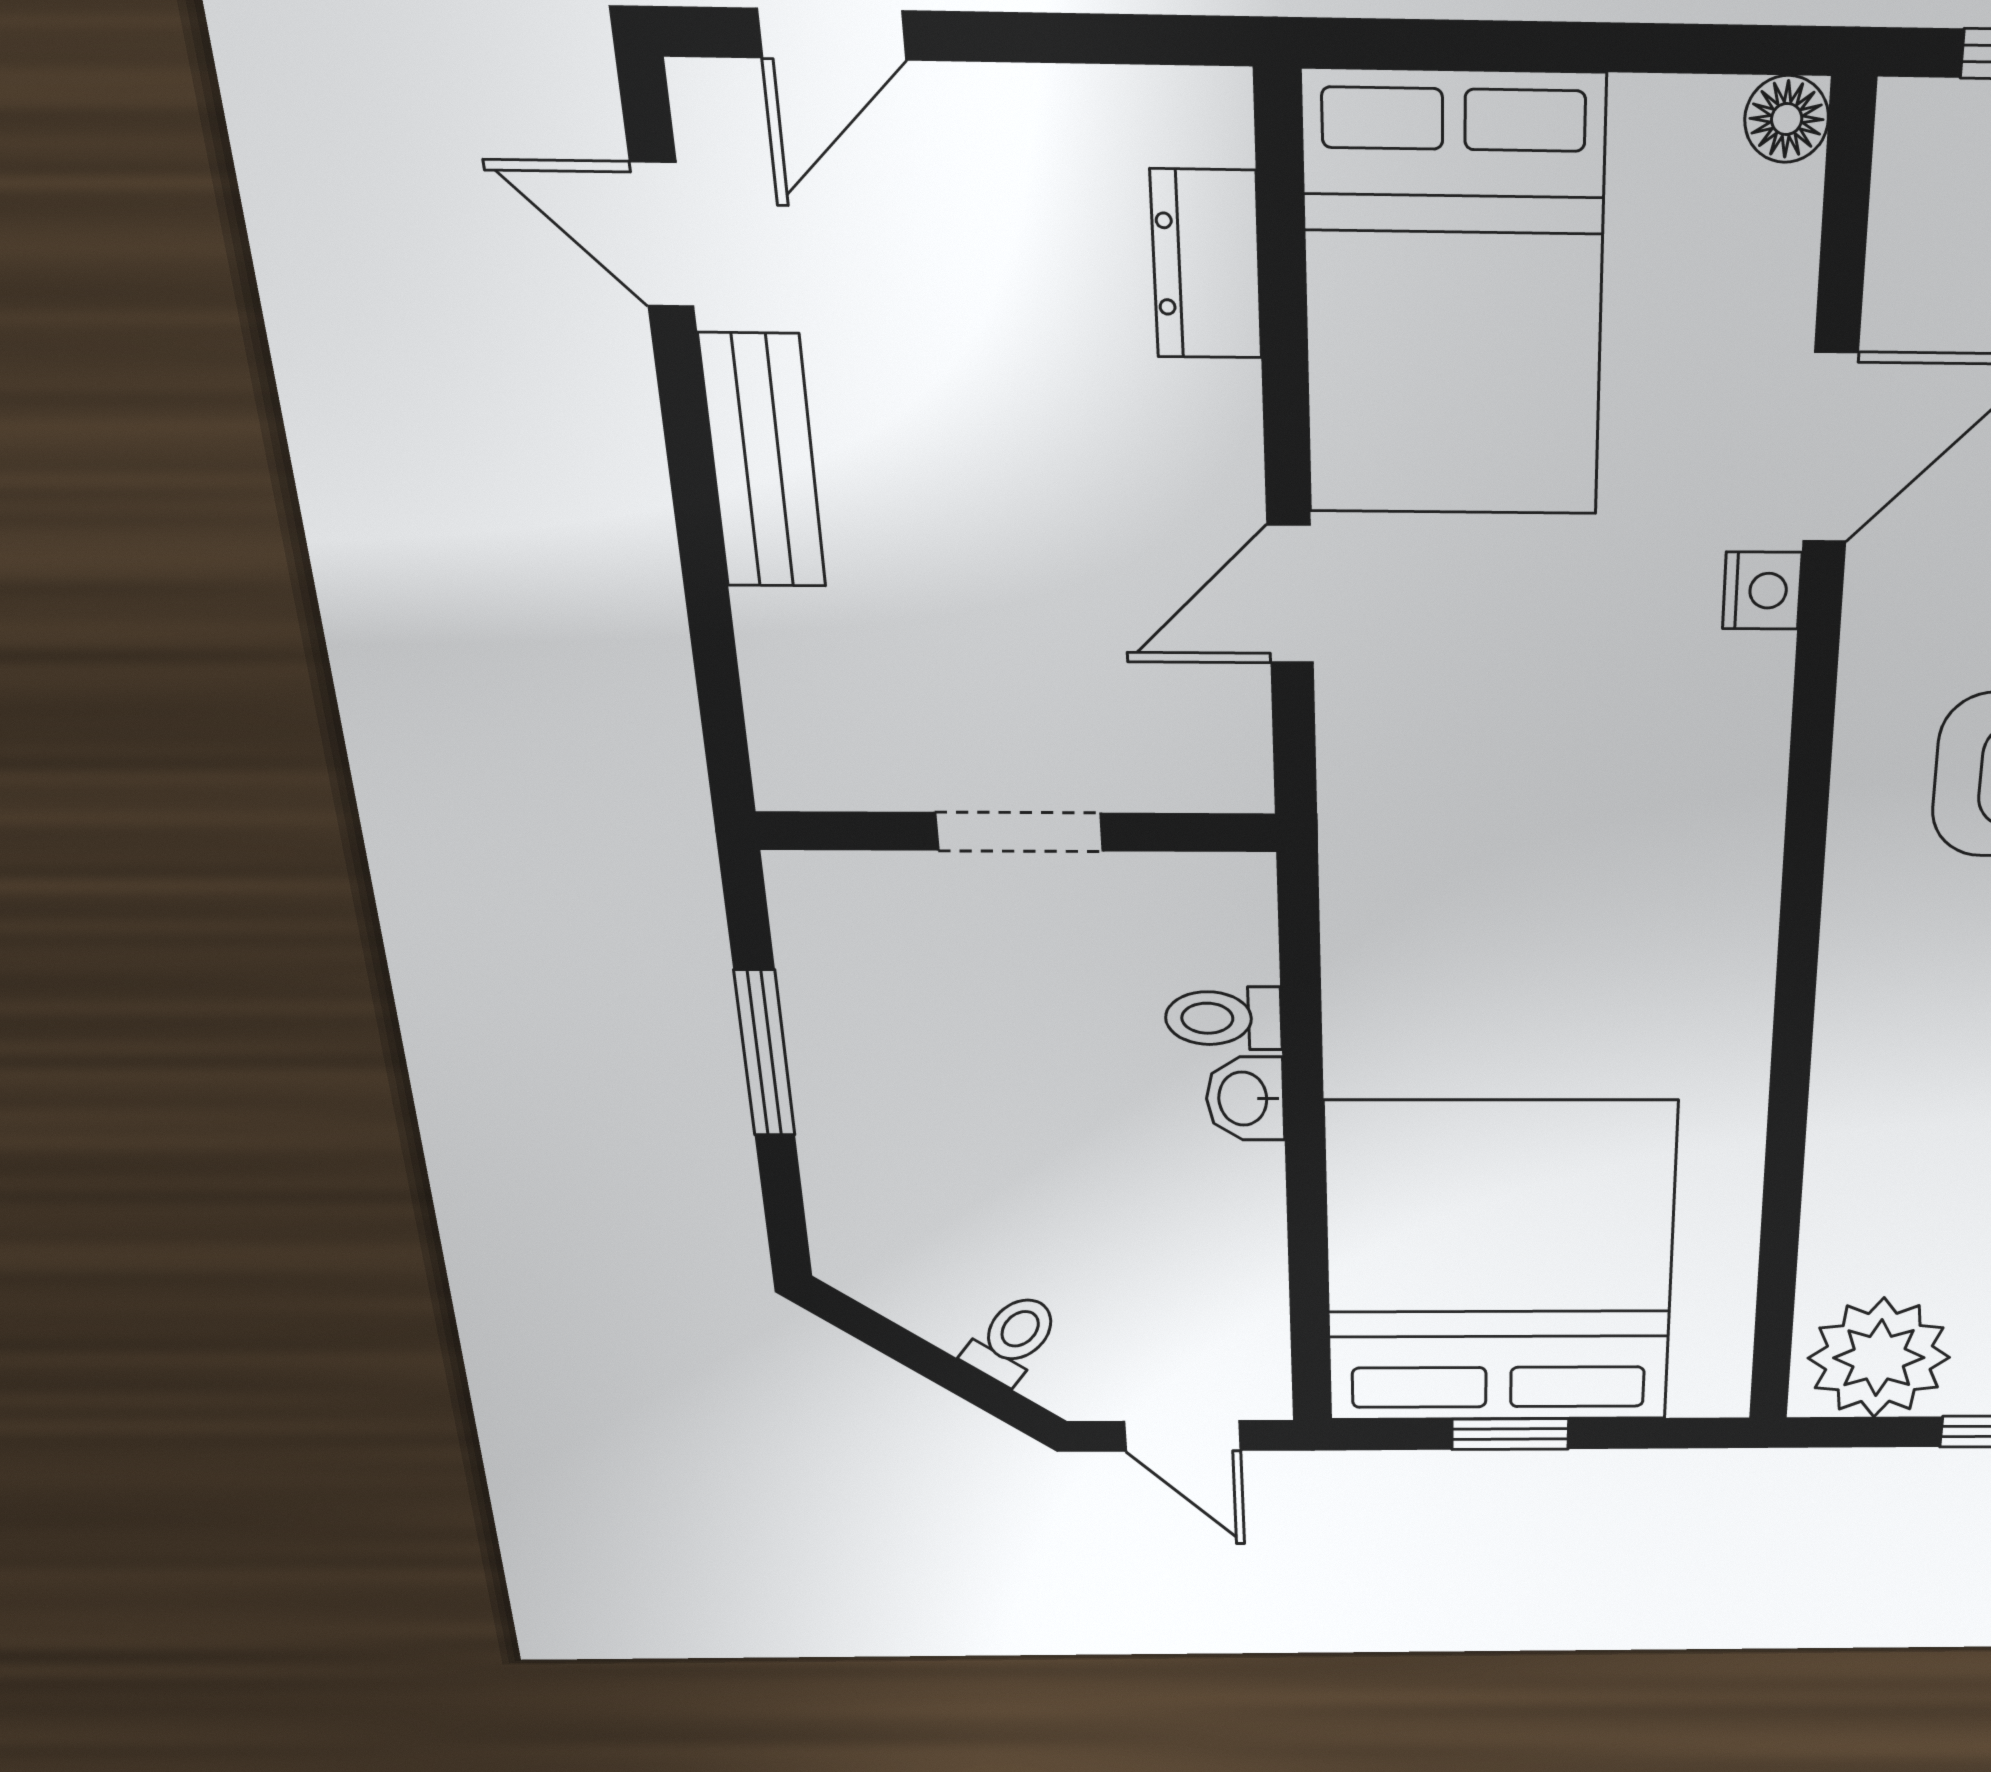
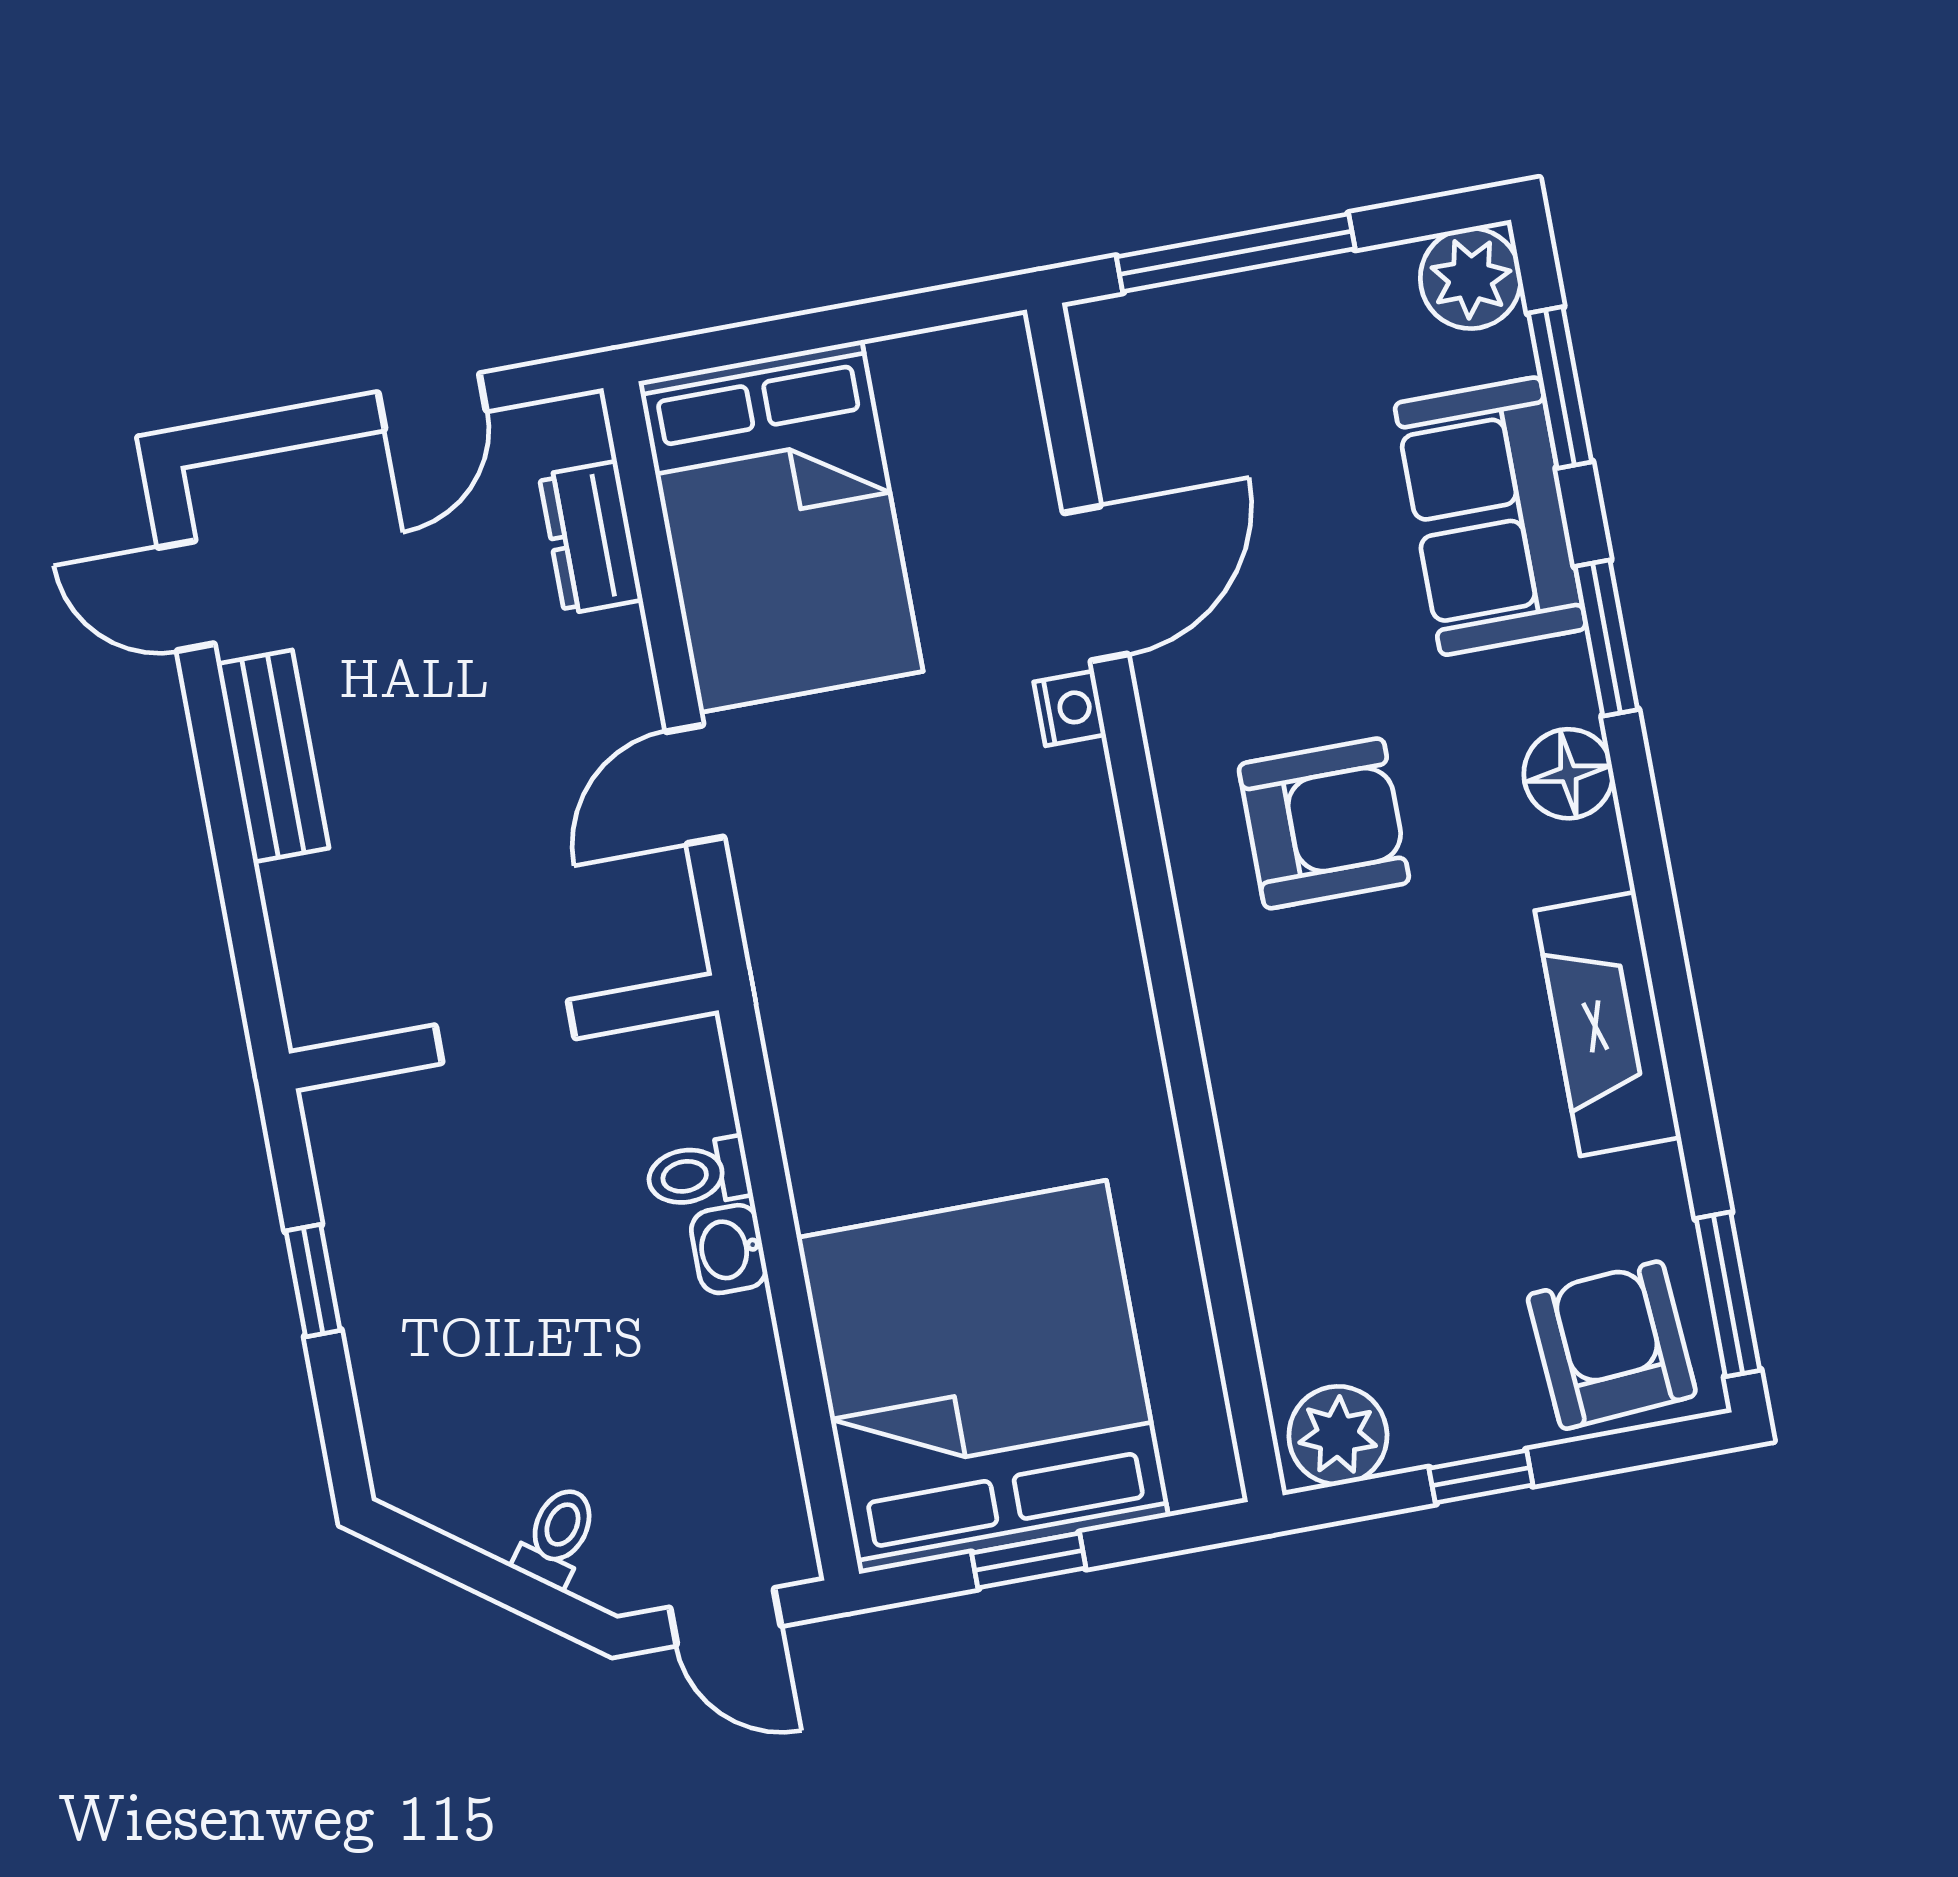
door: (832, 34) -> (432, 402), moved
floor lamp: (1787, 119) -> (1002, 346), removed
window: (765, 1053) -> (313, 1281), width x0.67
plant: (1879, 1358) -> (1338, 1435), width x0.73, depth x0.73

